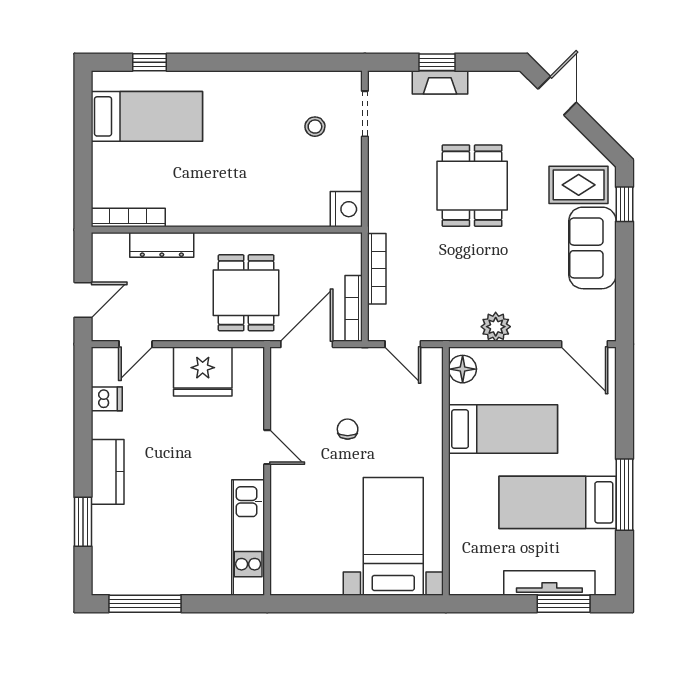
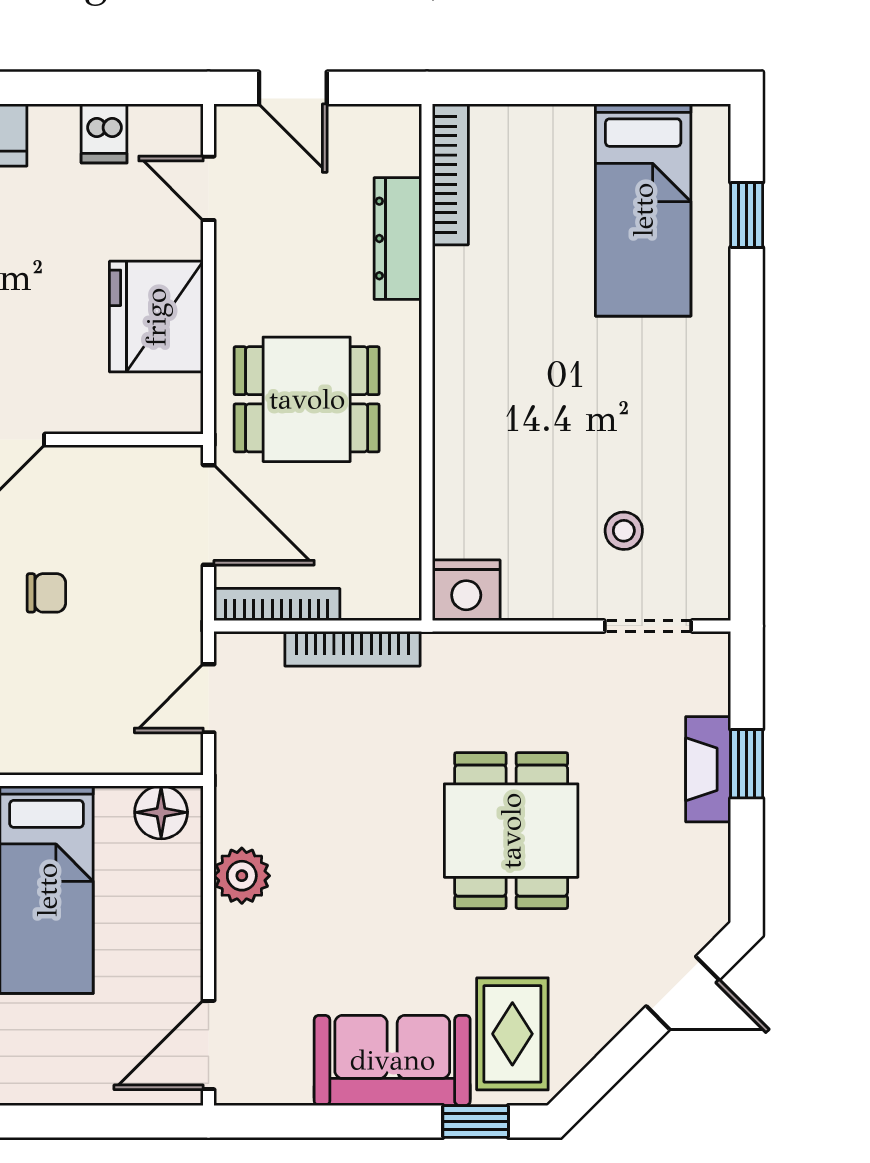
dining table: (472, 186) -> (511, 831), turned 90

